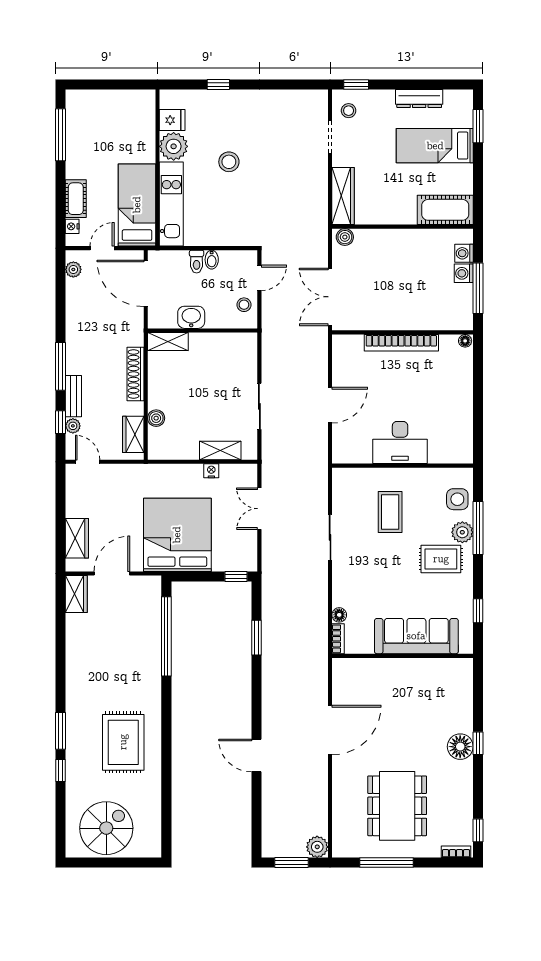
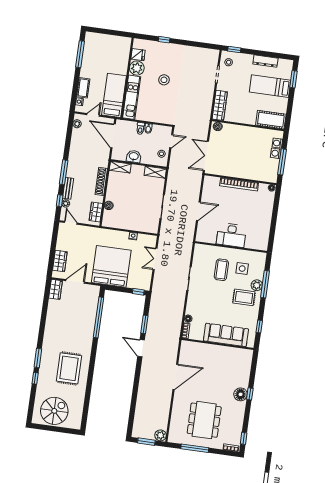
shelving: (220, 451) -> (155, 172), moved
side table: (457, 499) -> (242, 269), moved
door: (257, 756) -> (141, 348), moved

